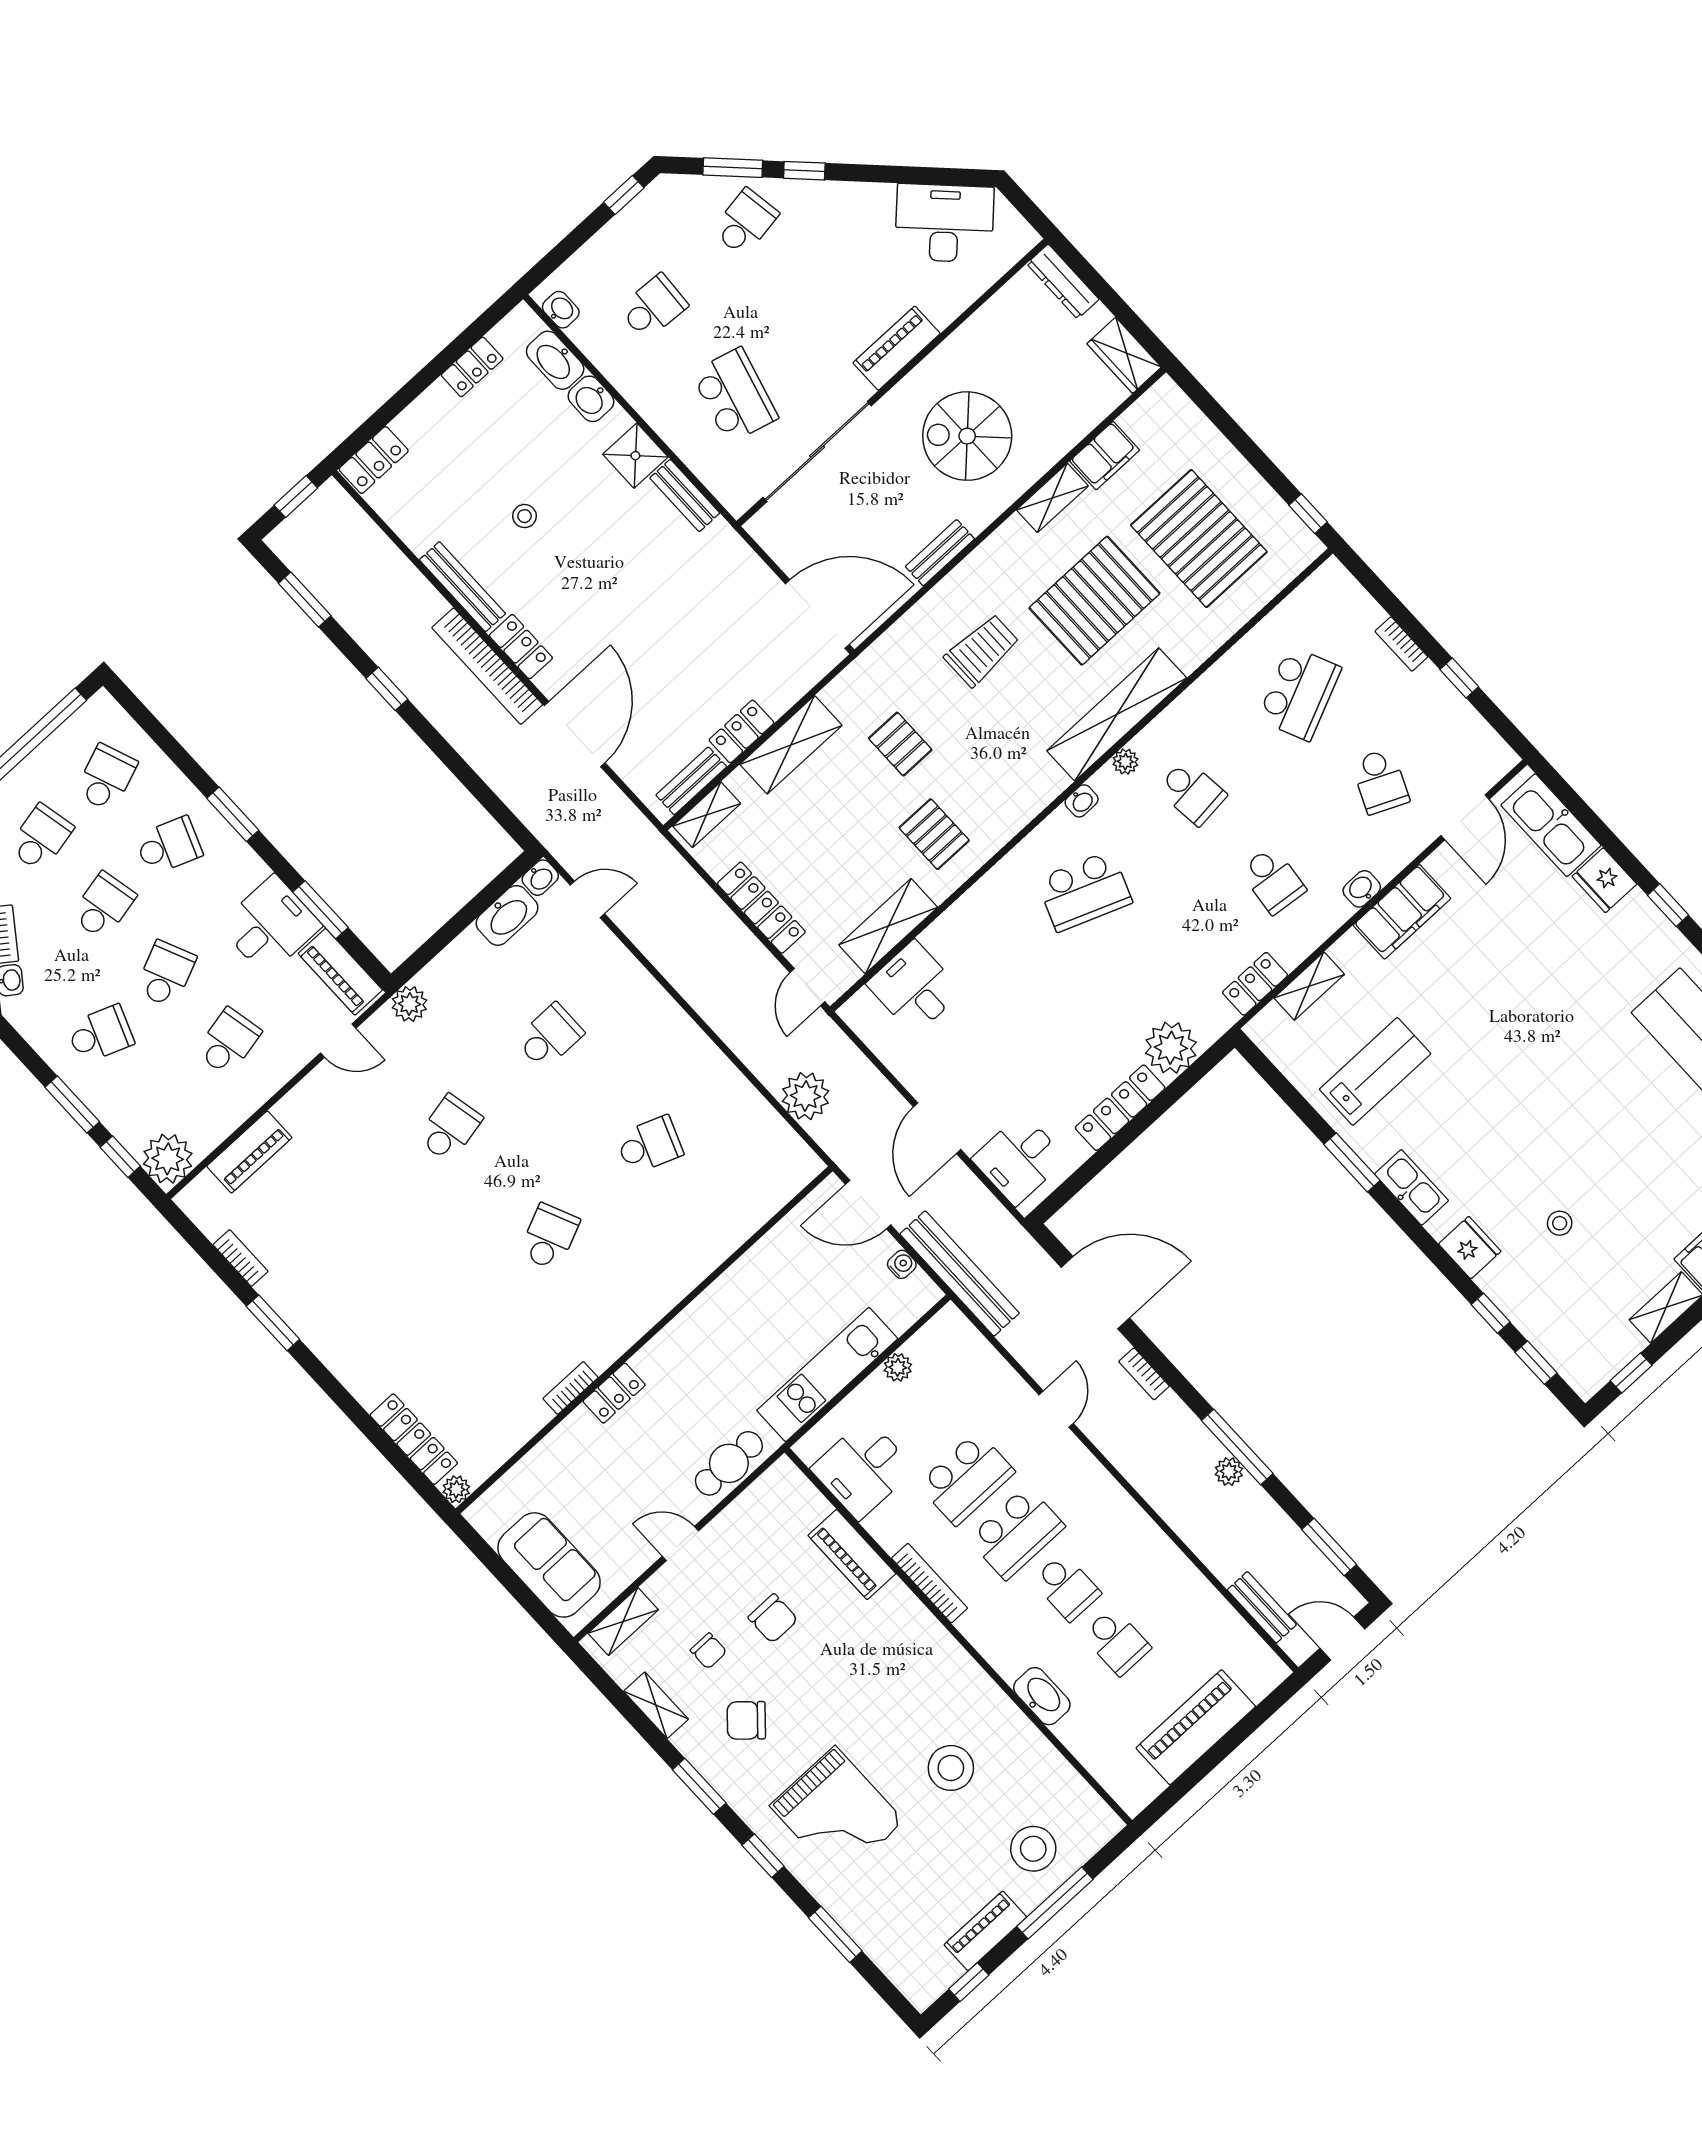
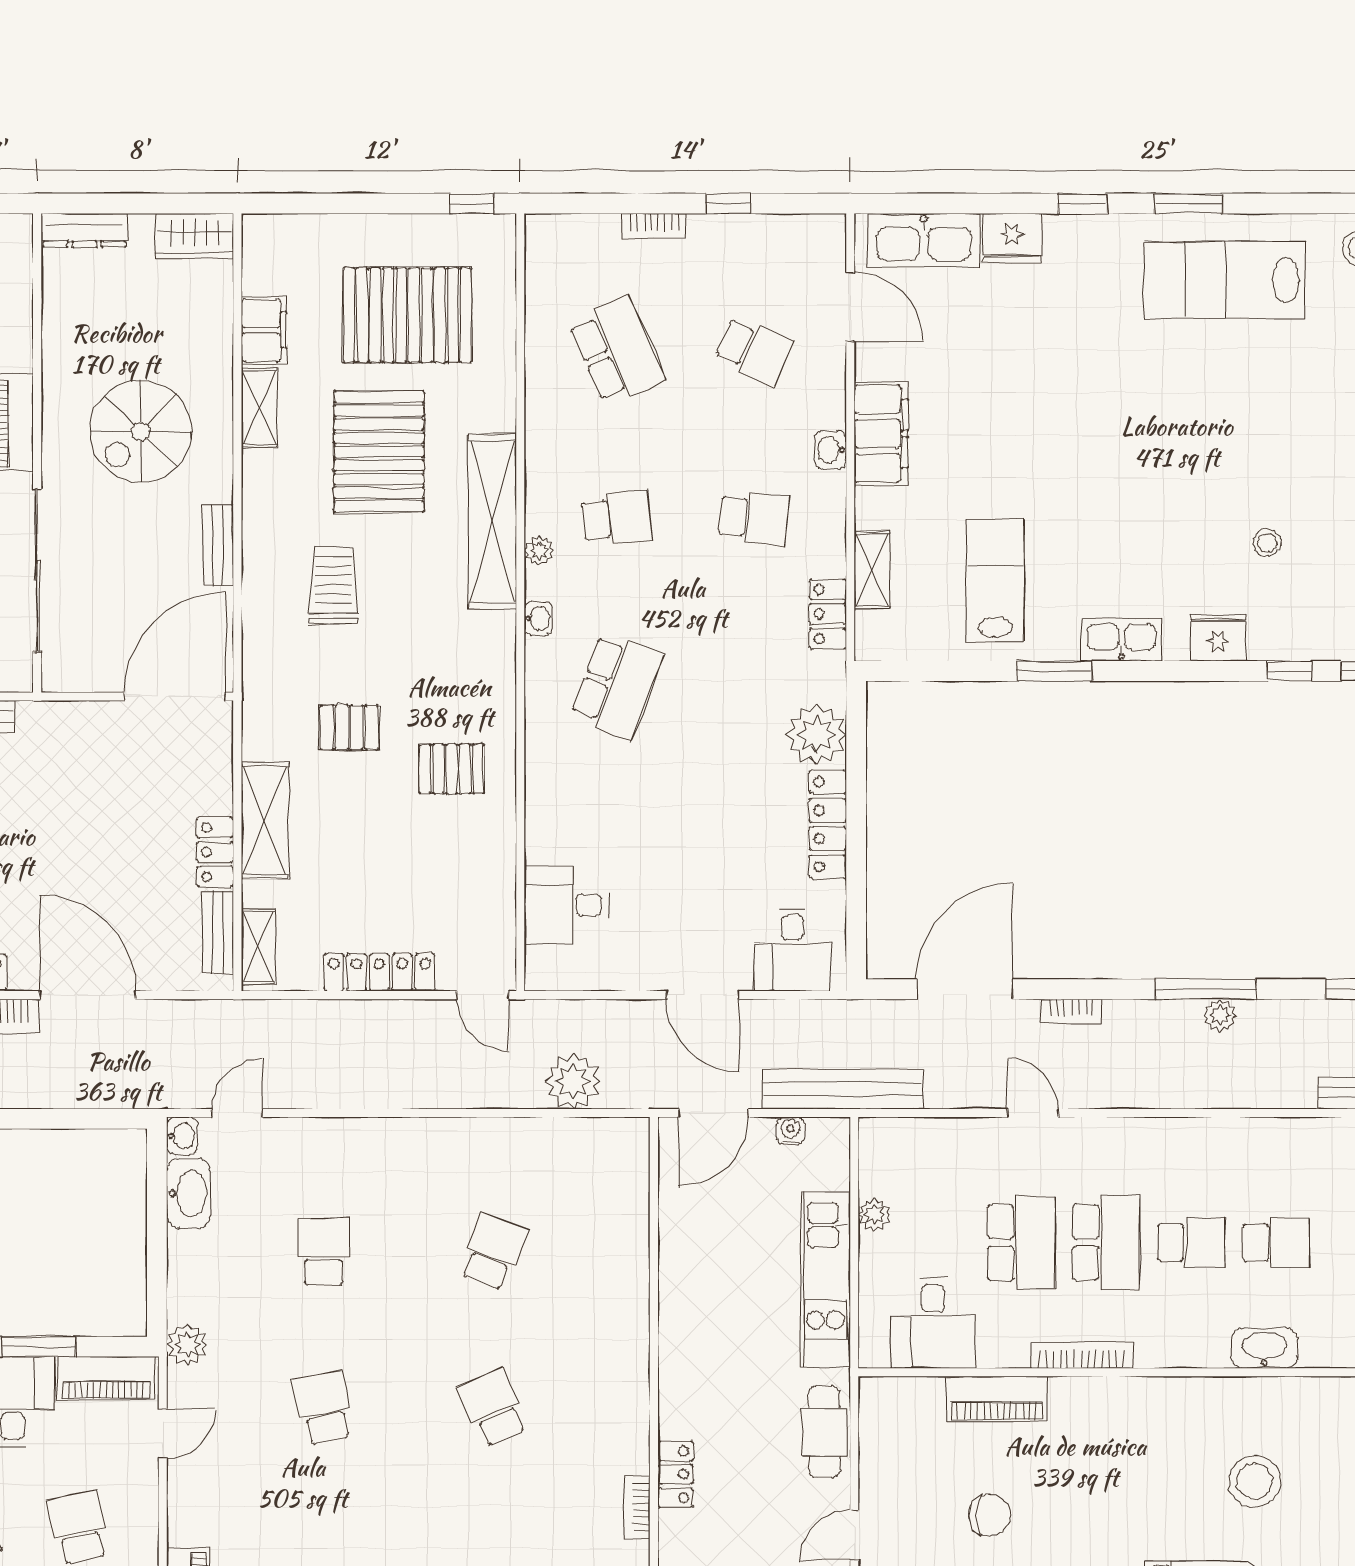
shelving: (888, 926) -> (494, 879), removed

